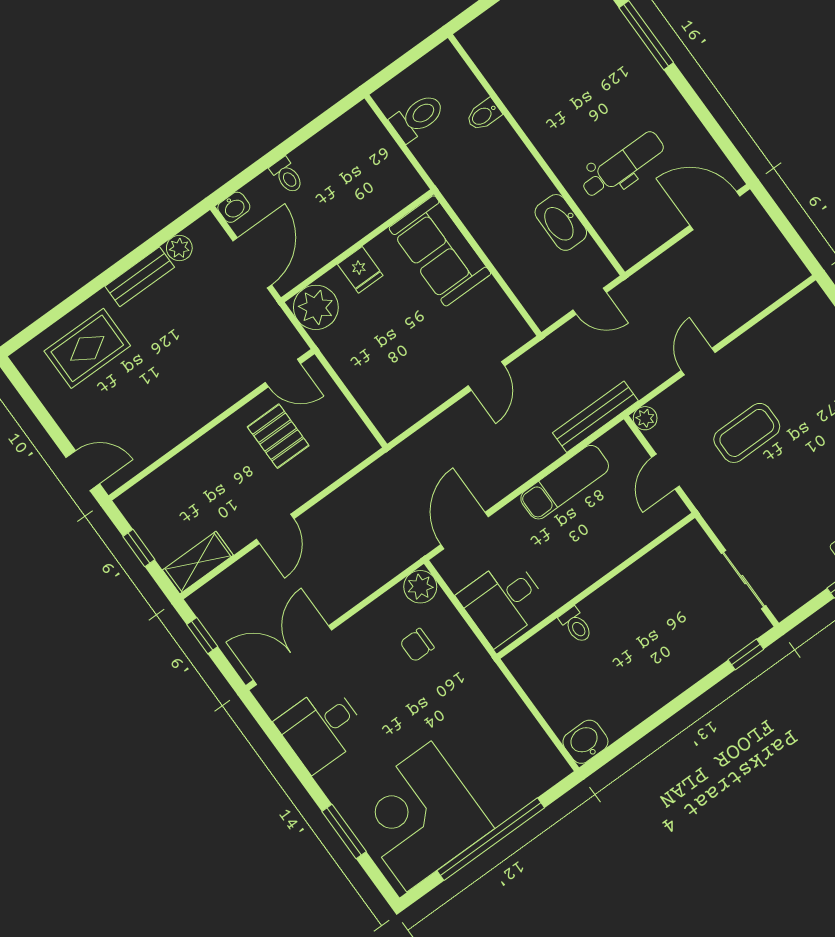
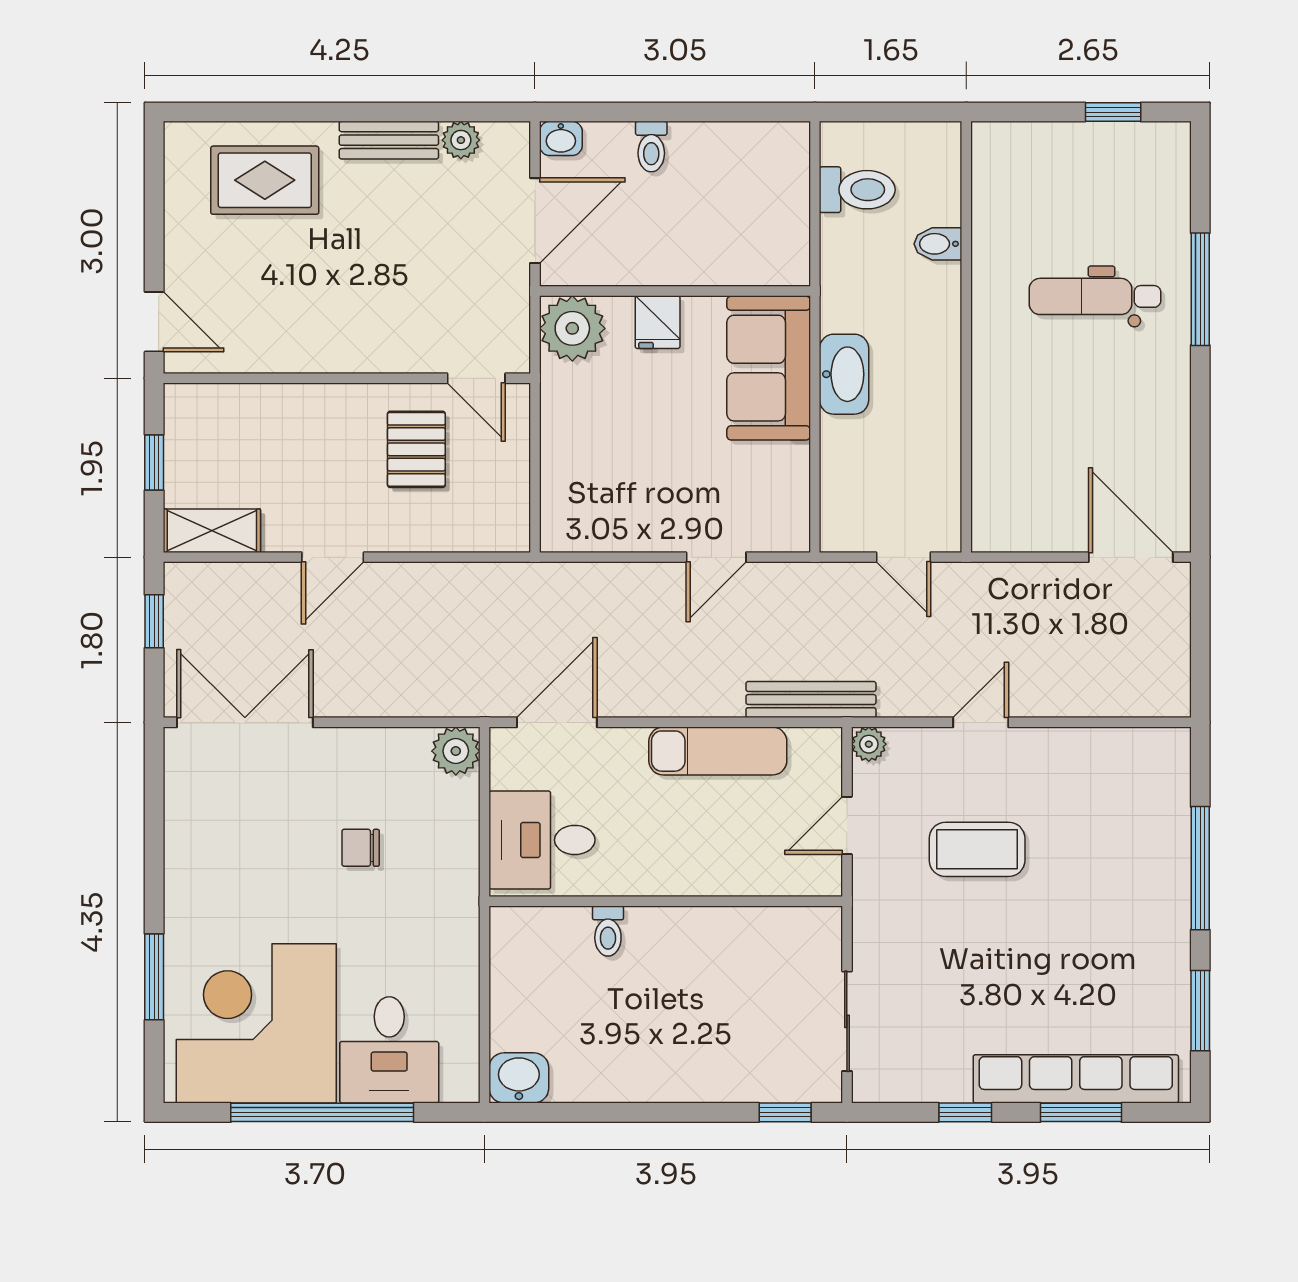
dental chair: (623, 165) -> (1095, 296), moved, turned 180
washbasin: (561, 222) -> (844, 374), moved, turned 180
chair: (417, 645) -> (361, 848), moved
desk: (321, 728) -> (389, 1050), moved, turned -90

